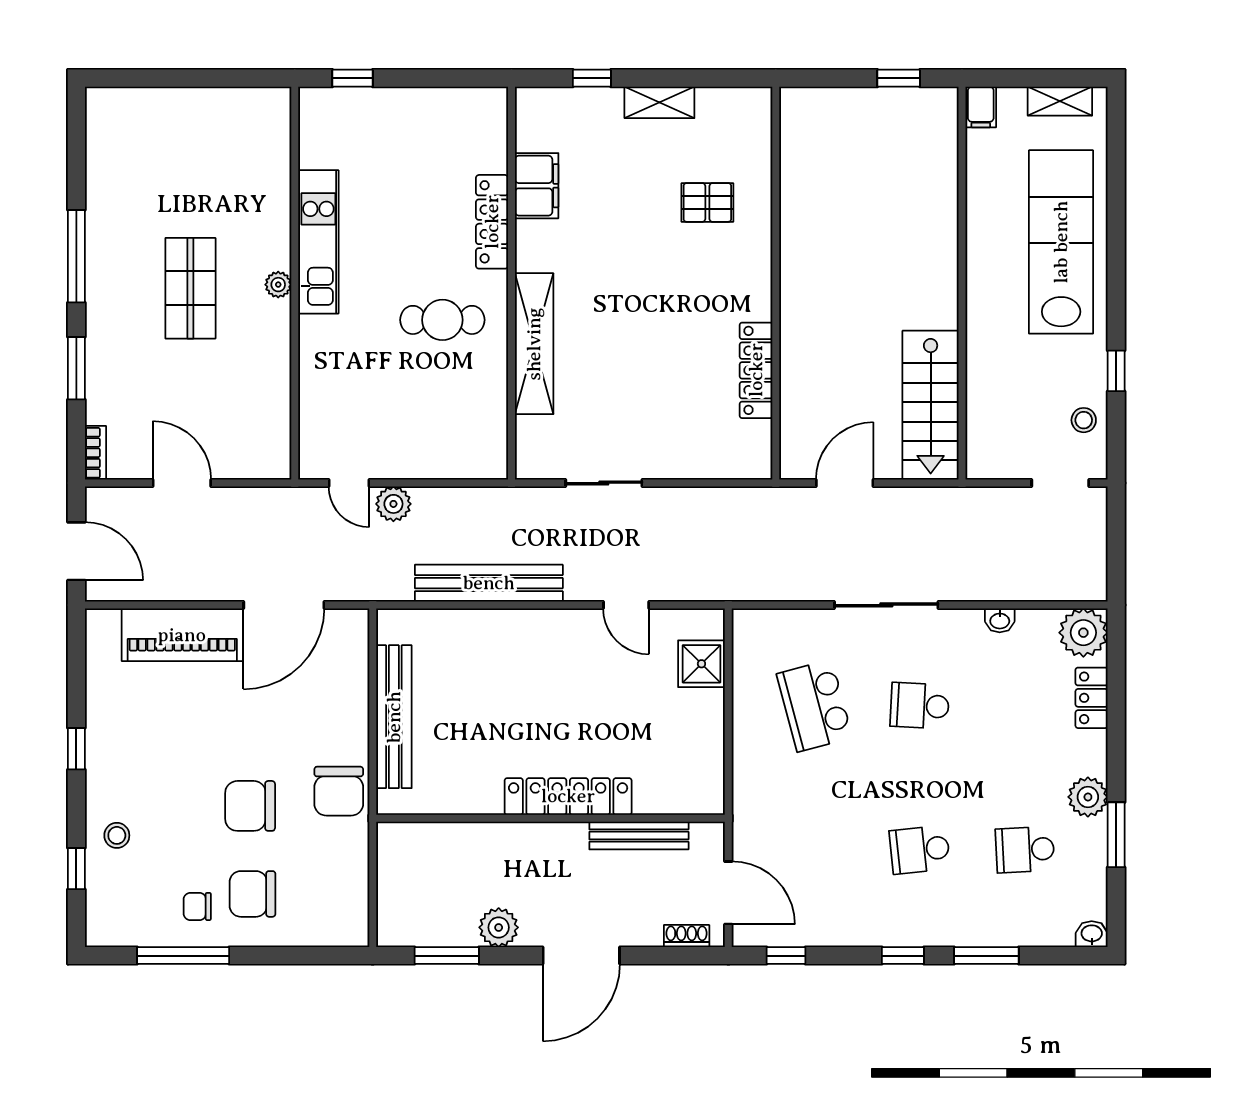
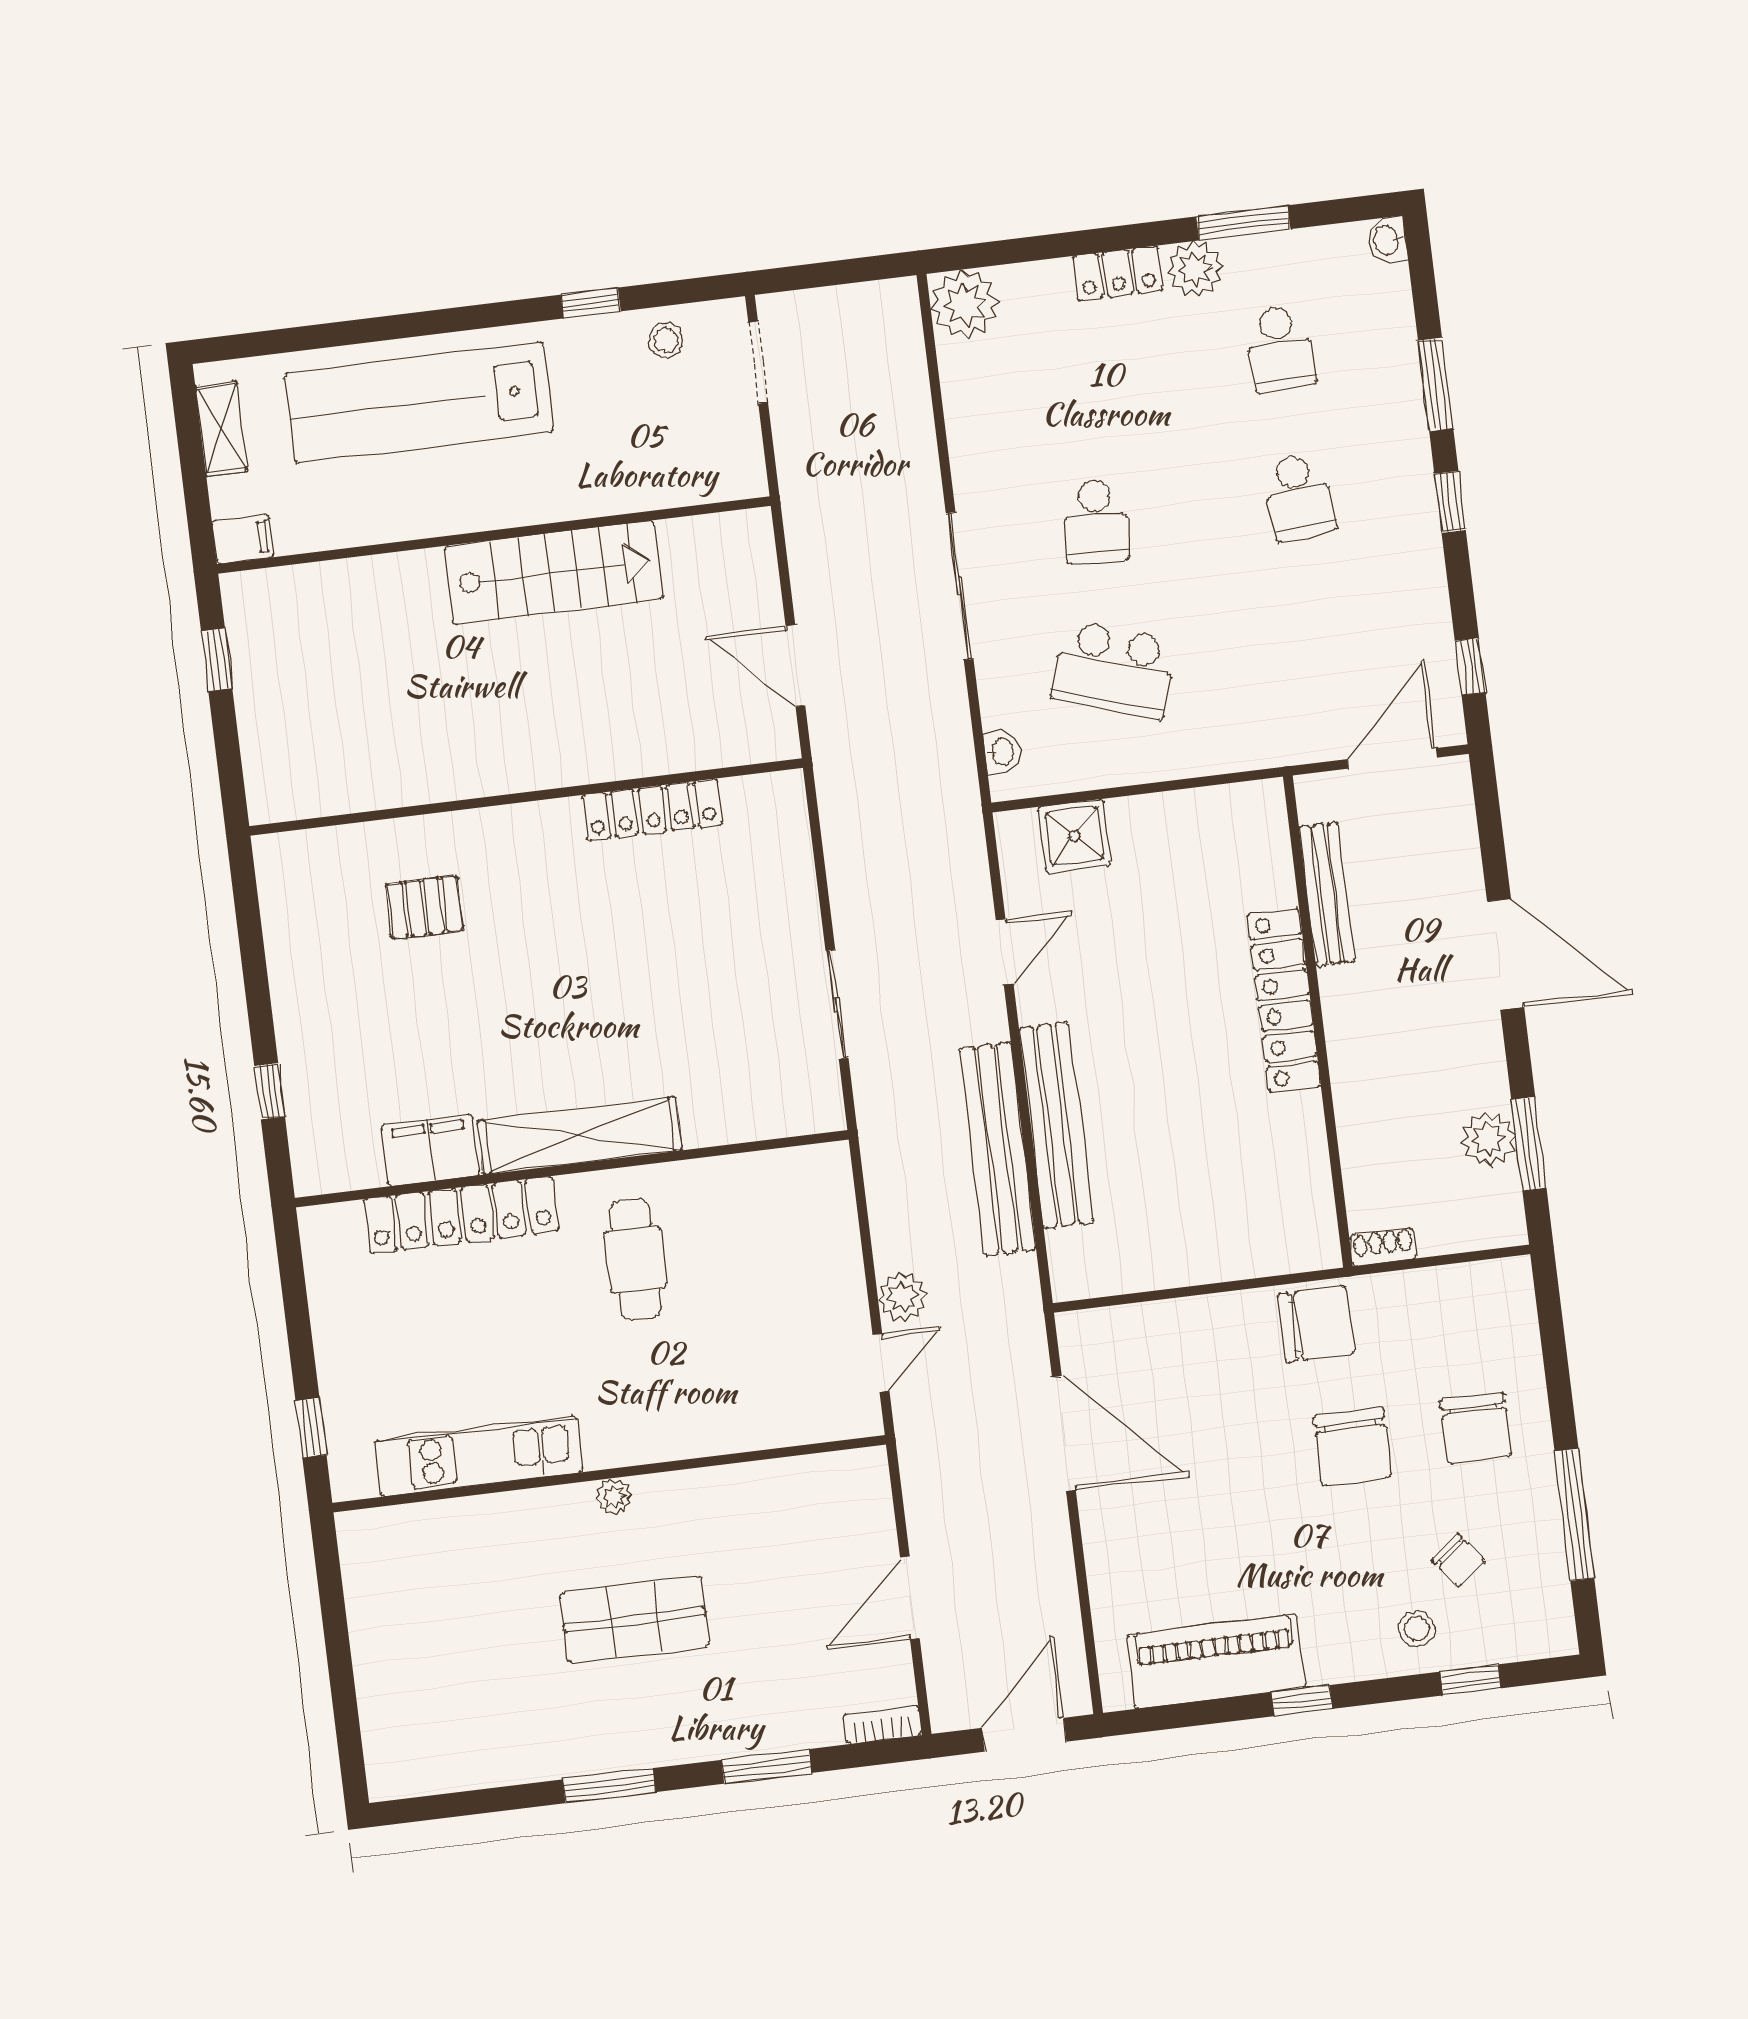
shelving: (659, 102) -> (292, 992), removed
pallet: (707, 202) -> (424, 907), turned 90
locker: (492, 222) -> (461, 1215), width x1.41, depth x1.21
kitchen unit: (318, 242) -> (479, 1456), moved
window: (76, 256) -> (609, 1786), width x0.69
shelving: (534, 344) -> (580, 1135), moved
stairs: (931, 405) -> (554, 573), moved
washbasin: (1000, 620) -> (1002, 752), moved
piano: (182, 635) -> (1216, 1661), moved, turned -90
locker: (1092, 698) -> (1118, 273), moved
school desk: (815, 706) -> (1114, 670), turned 33
bench: (394, 717) -> (1056, 1125), moved, turned 90
chair: (197, 906) -> (1458, 1560), moved, turned -38
plant: (499, 927) -> (1488, 1139), moved
shoe rack: (687, 936) -> (1383, 1247), moved, turned 90

